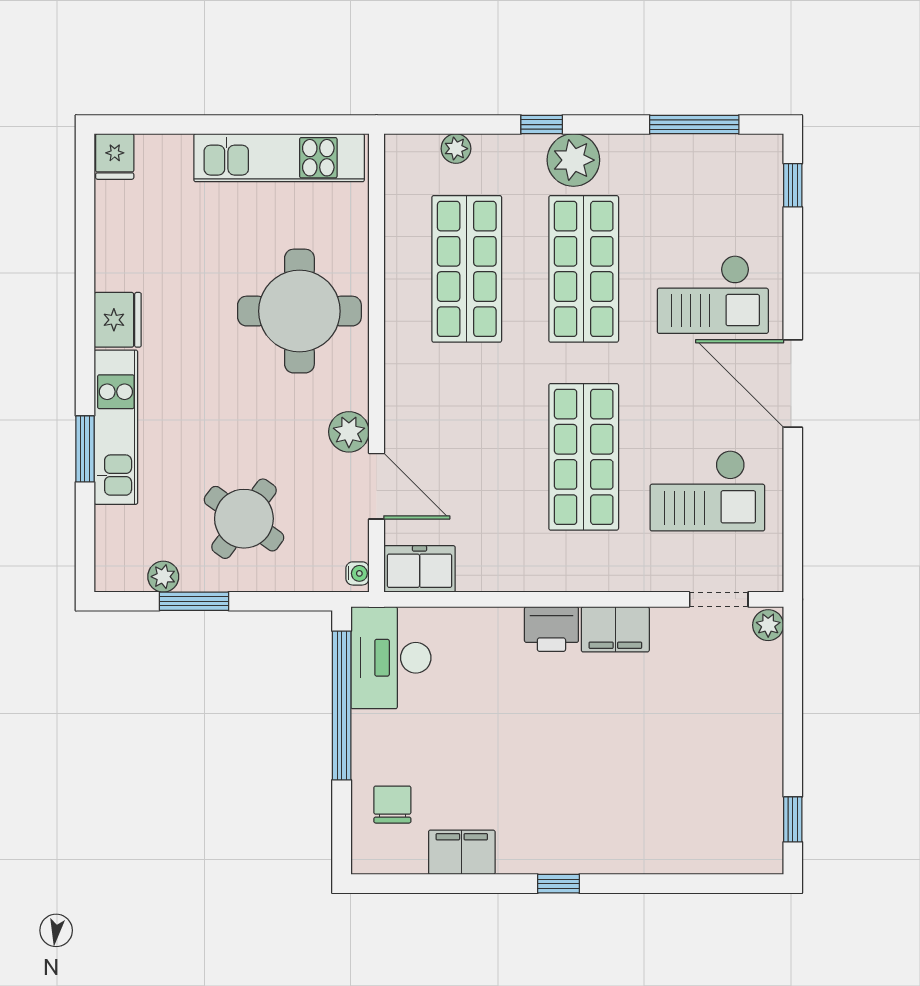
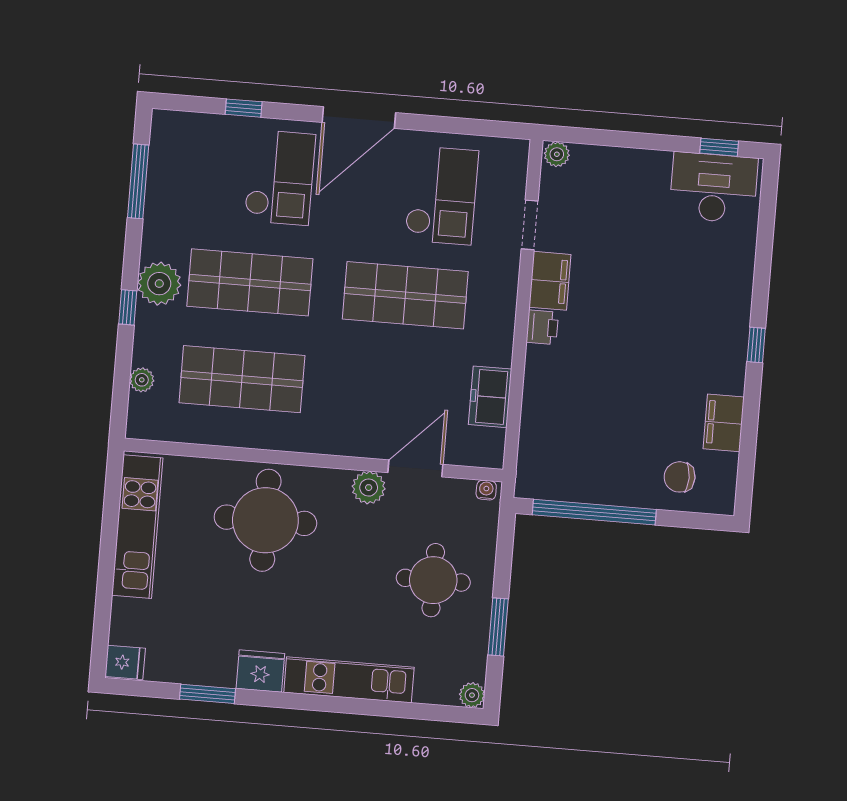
window: (793, 185) -> (244, 108), moved
window: (85, 449) -> (207, 694), moved
round table: (244, 519) -> (433, 580), turned -36
freezer: (420, 569) -> (490, 397), moved
plant: (163, 577) -> (472, 695), moved
doorway: (719, 599) -> (530, 225), moved
printer: (551, 629) -> (542, 327), width x0.73, depth x0.81
desk: (391, 658) -> (714, 188), moved, turned 180

